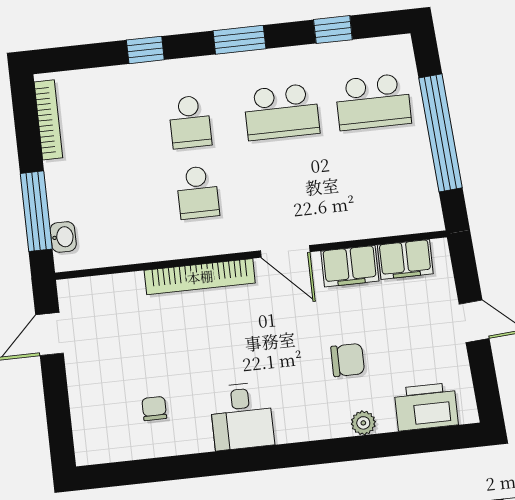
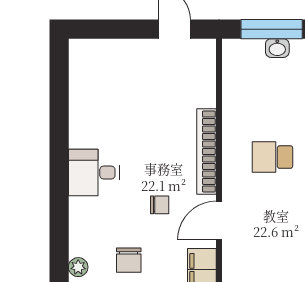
washbasin: (63, 237) -> (277, 48), moved
chair: (154, 408) -> (160, 205), moved

